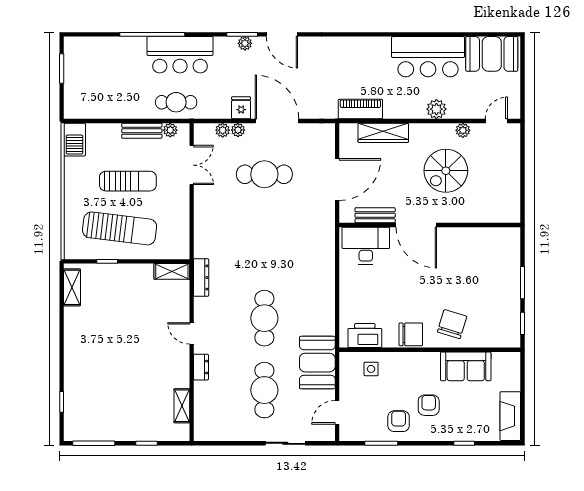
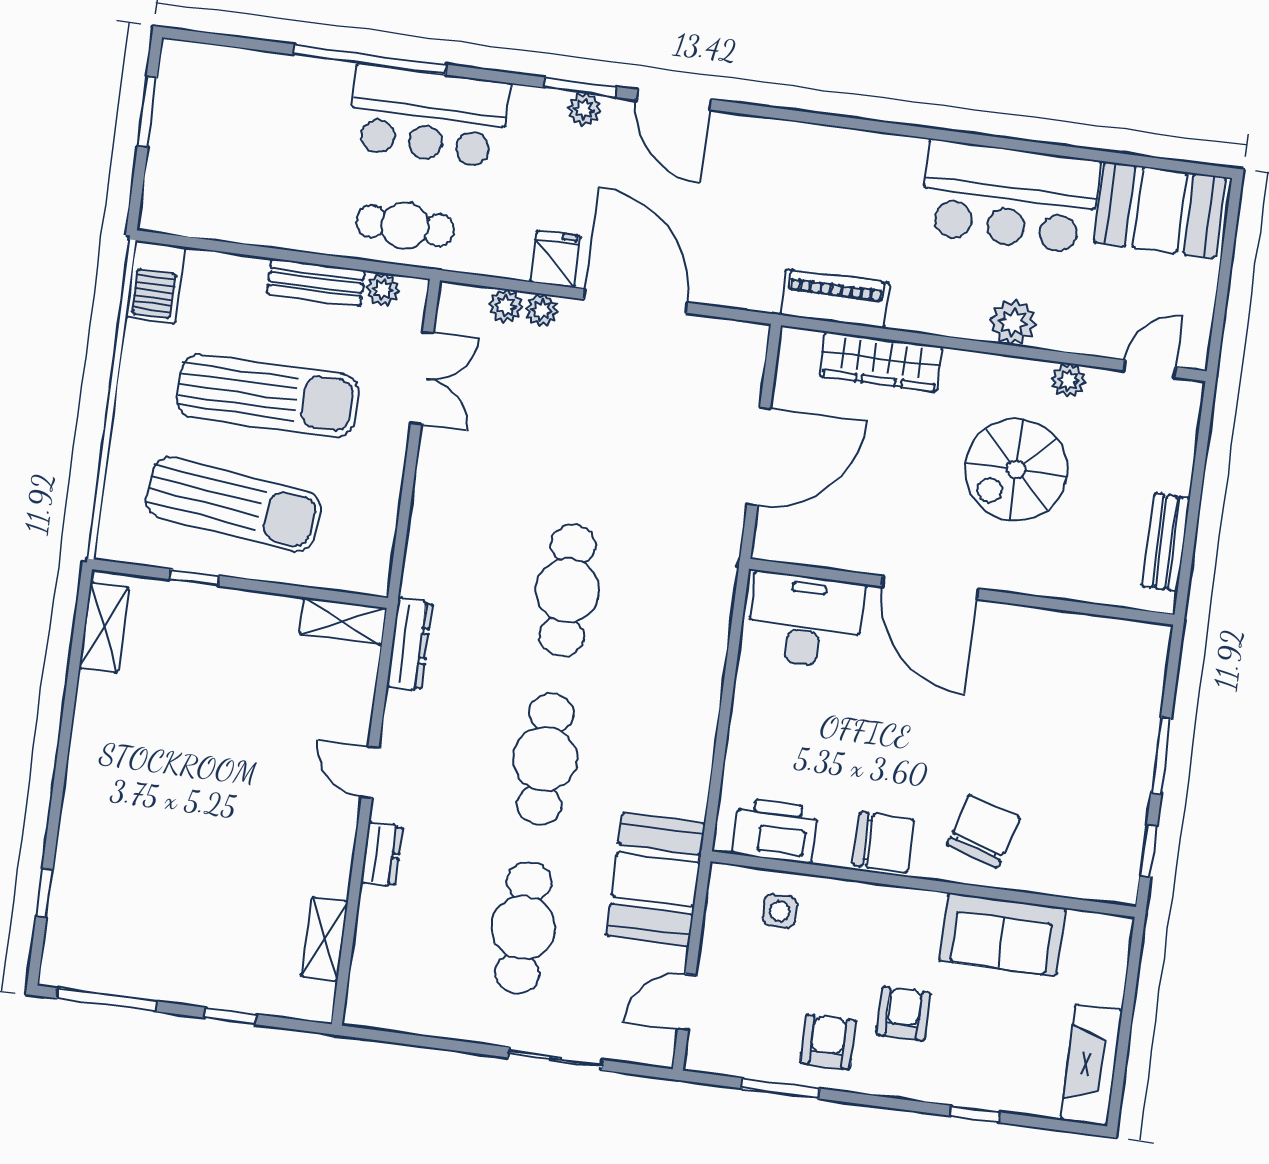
cafe table: (264, 174) -> (567, 590), moved, turned 90
sun lounger: (128, 181) -> (268, 396), width x1.36, depth x1.34
bench: (375, 215) -> (1166, 542), moved, turned 90

